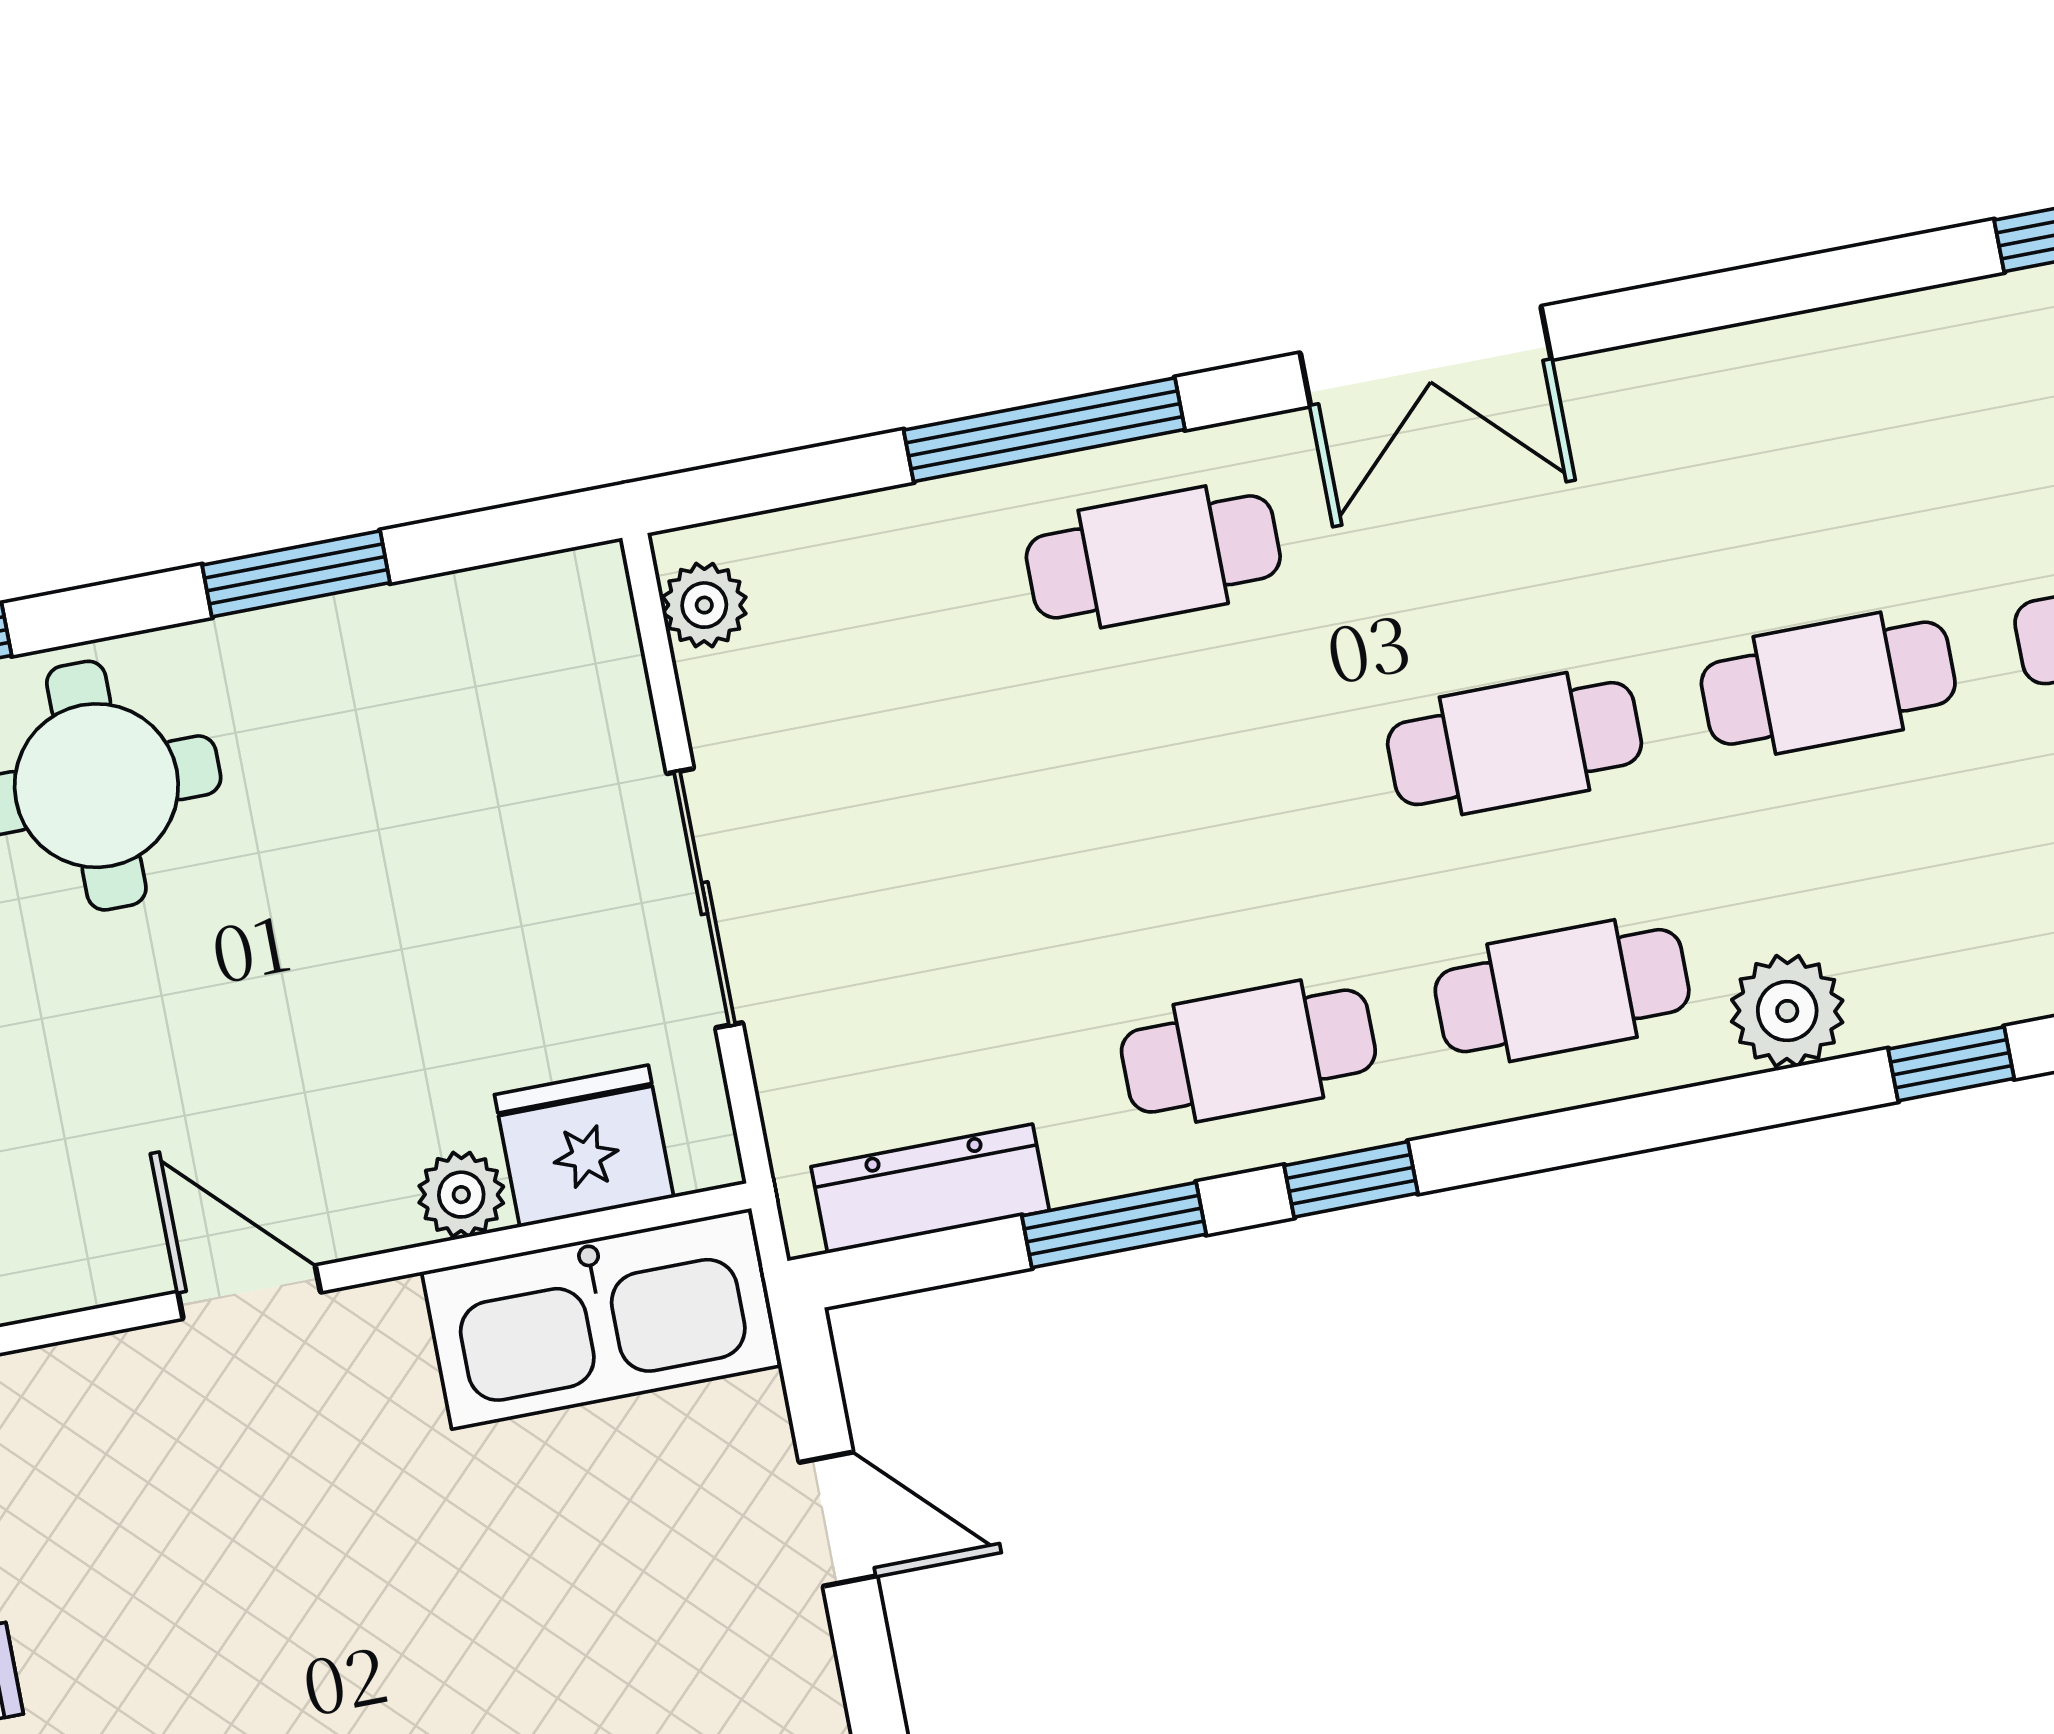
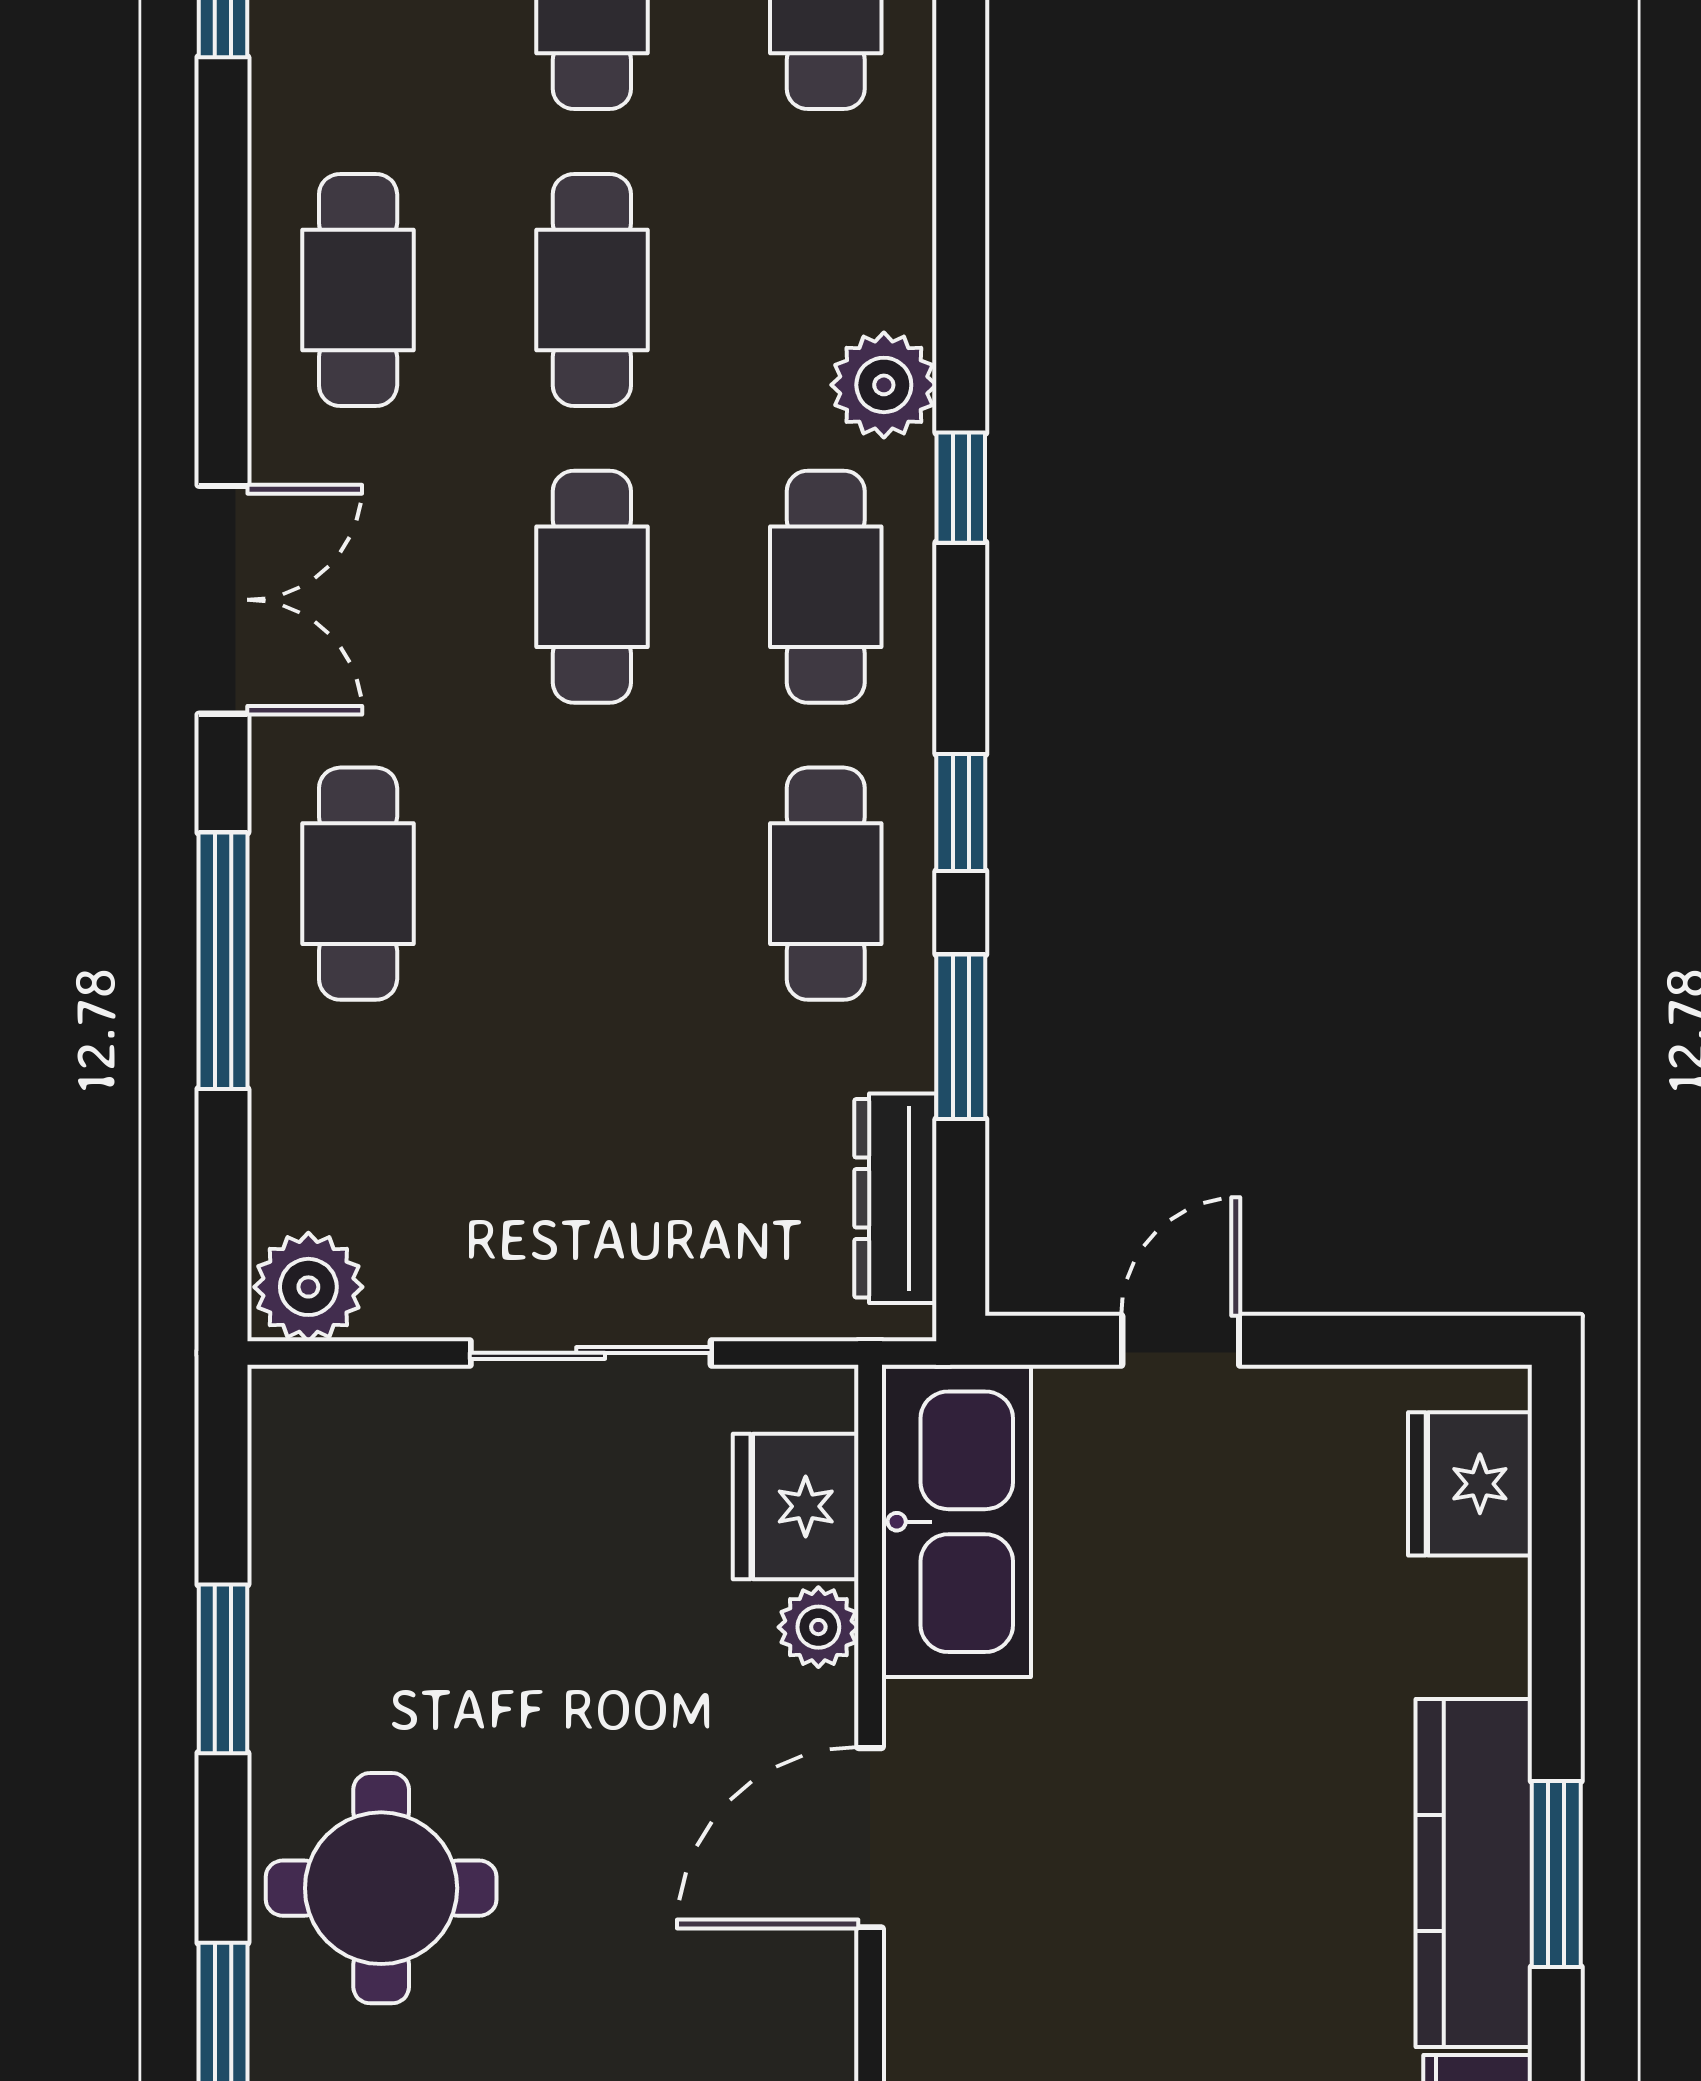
cafe table: (1781, 436) -> (358, 290), added
plant: (704, 605) -> (308, 1287), width x1.38, depth x1.38
window: (1951, 1064) -> (961, 488), moved
door: (249, 1292) -> (870, 1838), width x1.38

